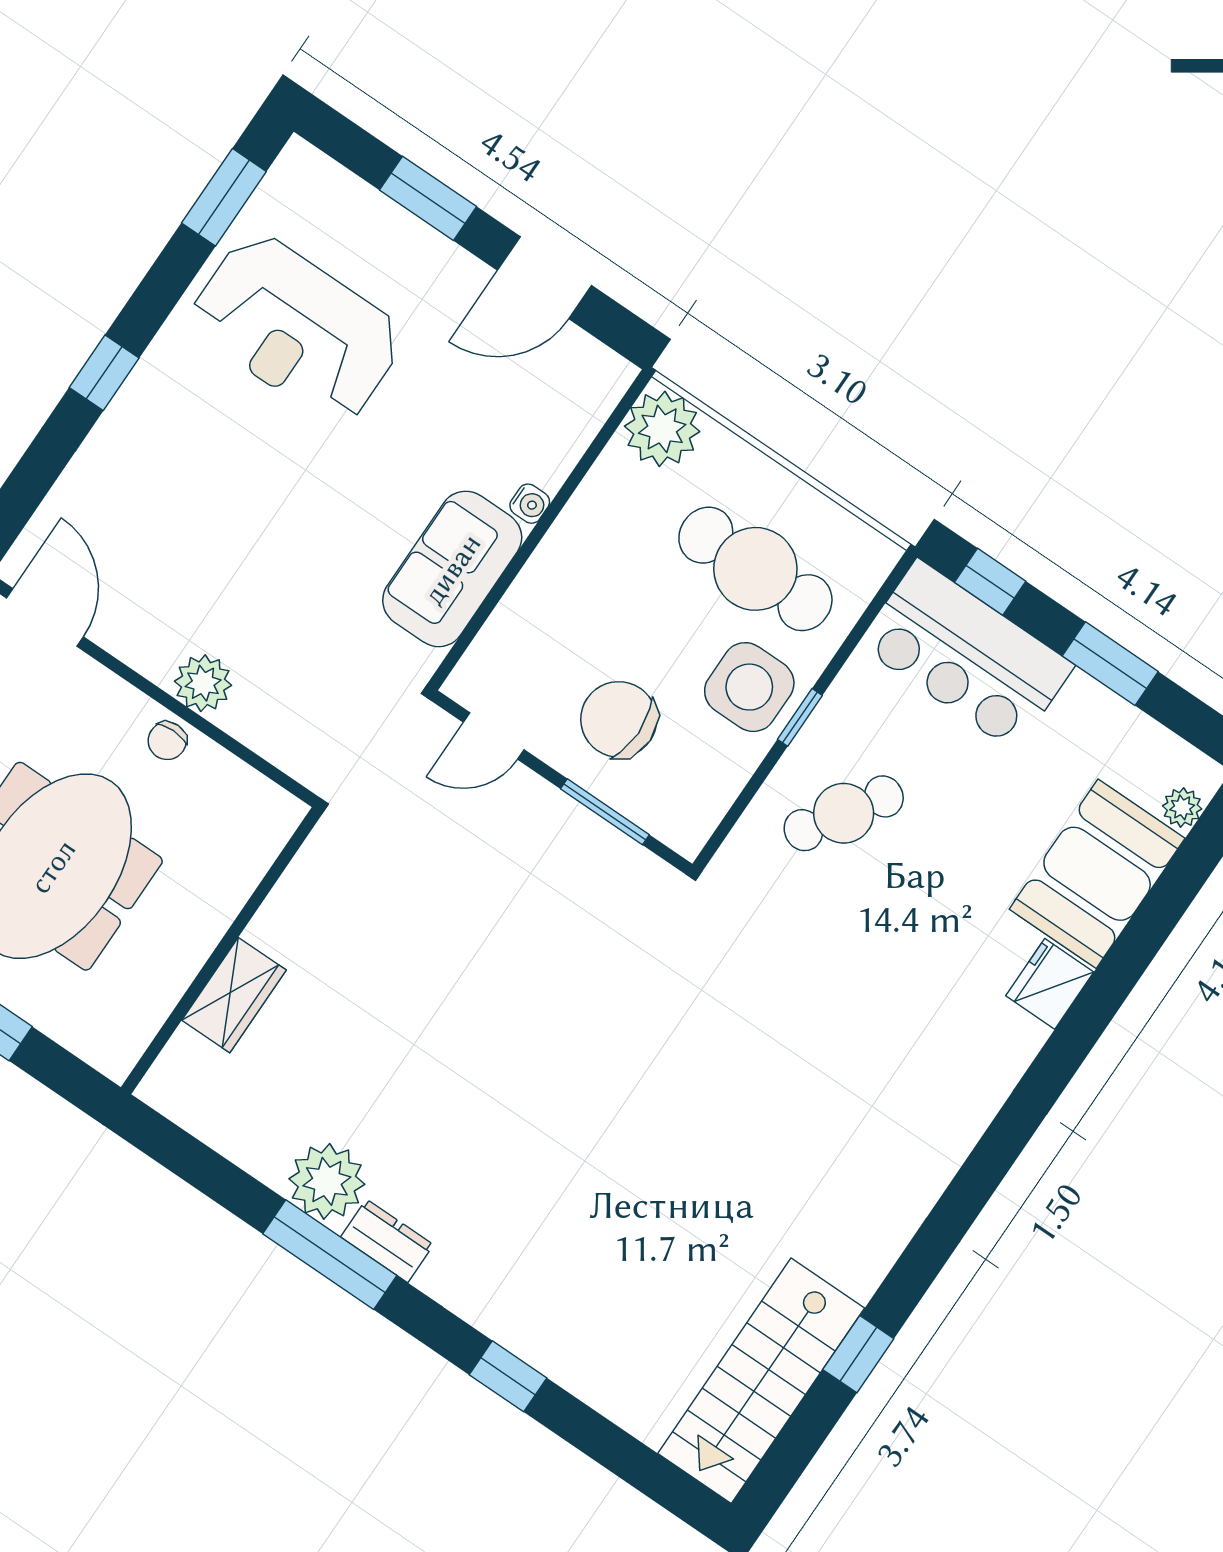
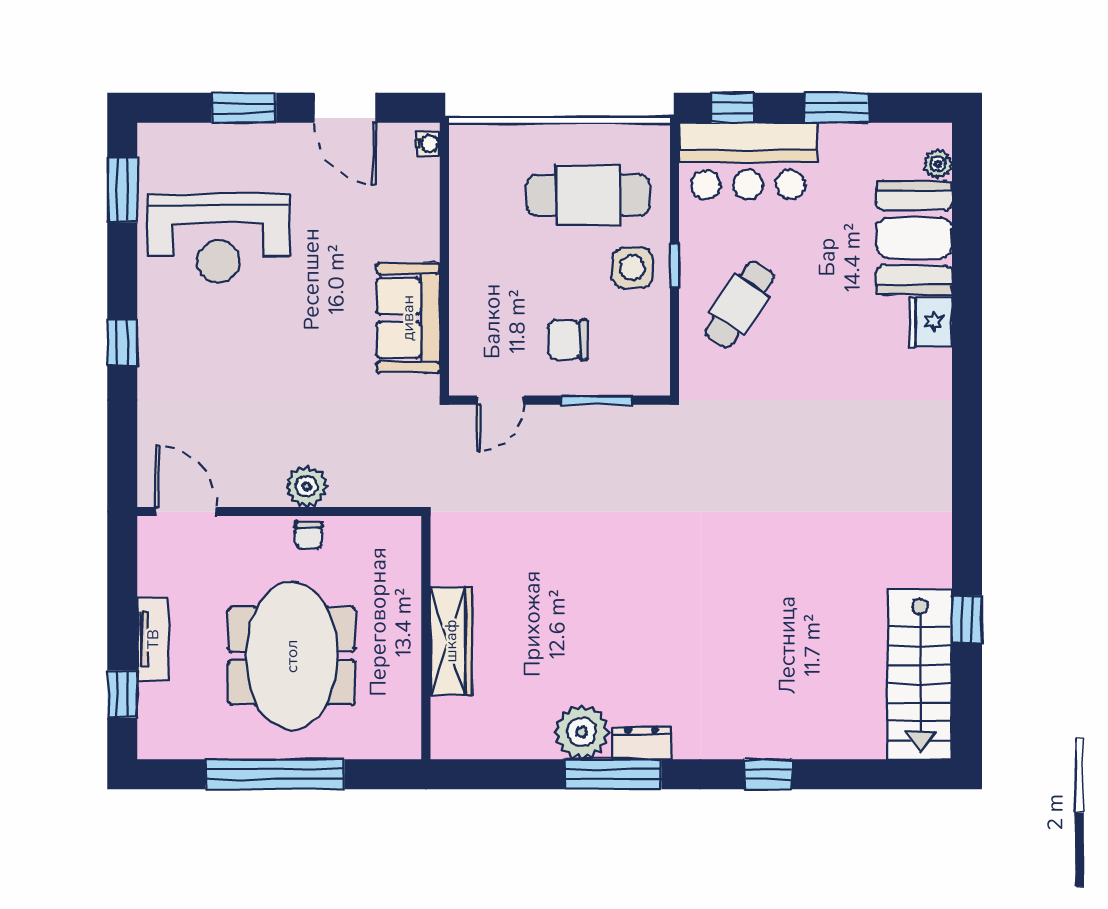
door: (545, 278) -> (345, 108), hinge flipped
plant: (662, 429) -> (476, 150), removed
water cooler: (530, 504) -> (428, 143), moved
side table: (749, 687) -> (632, 268), width x0.73, depth x0.73
chair: (619, 719) -> (568, 340), width x0.73, depth x0.73
wardrobe: (234, 995) -> (451, 641), width x1.50

